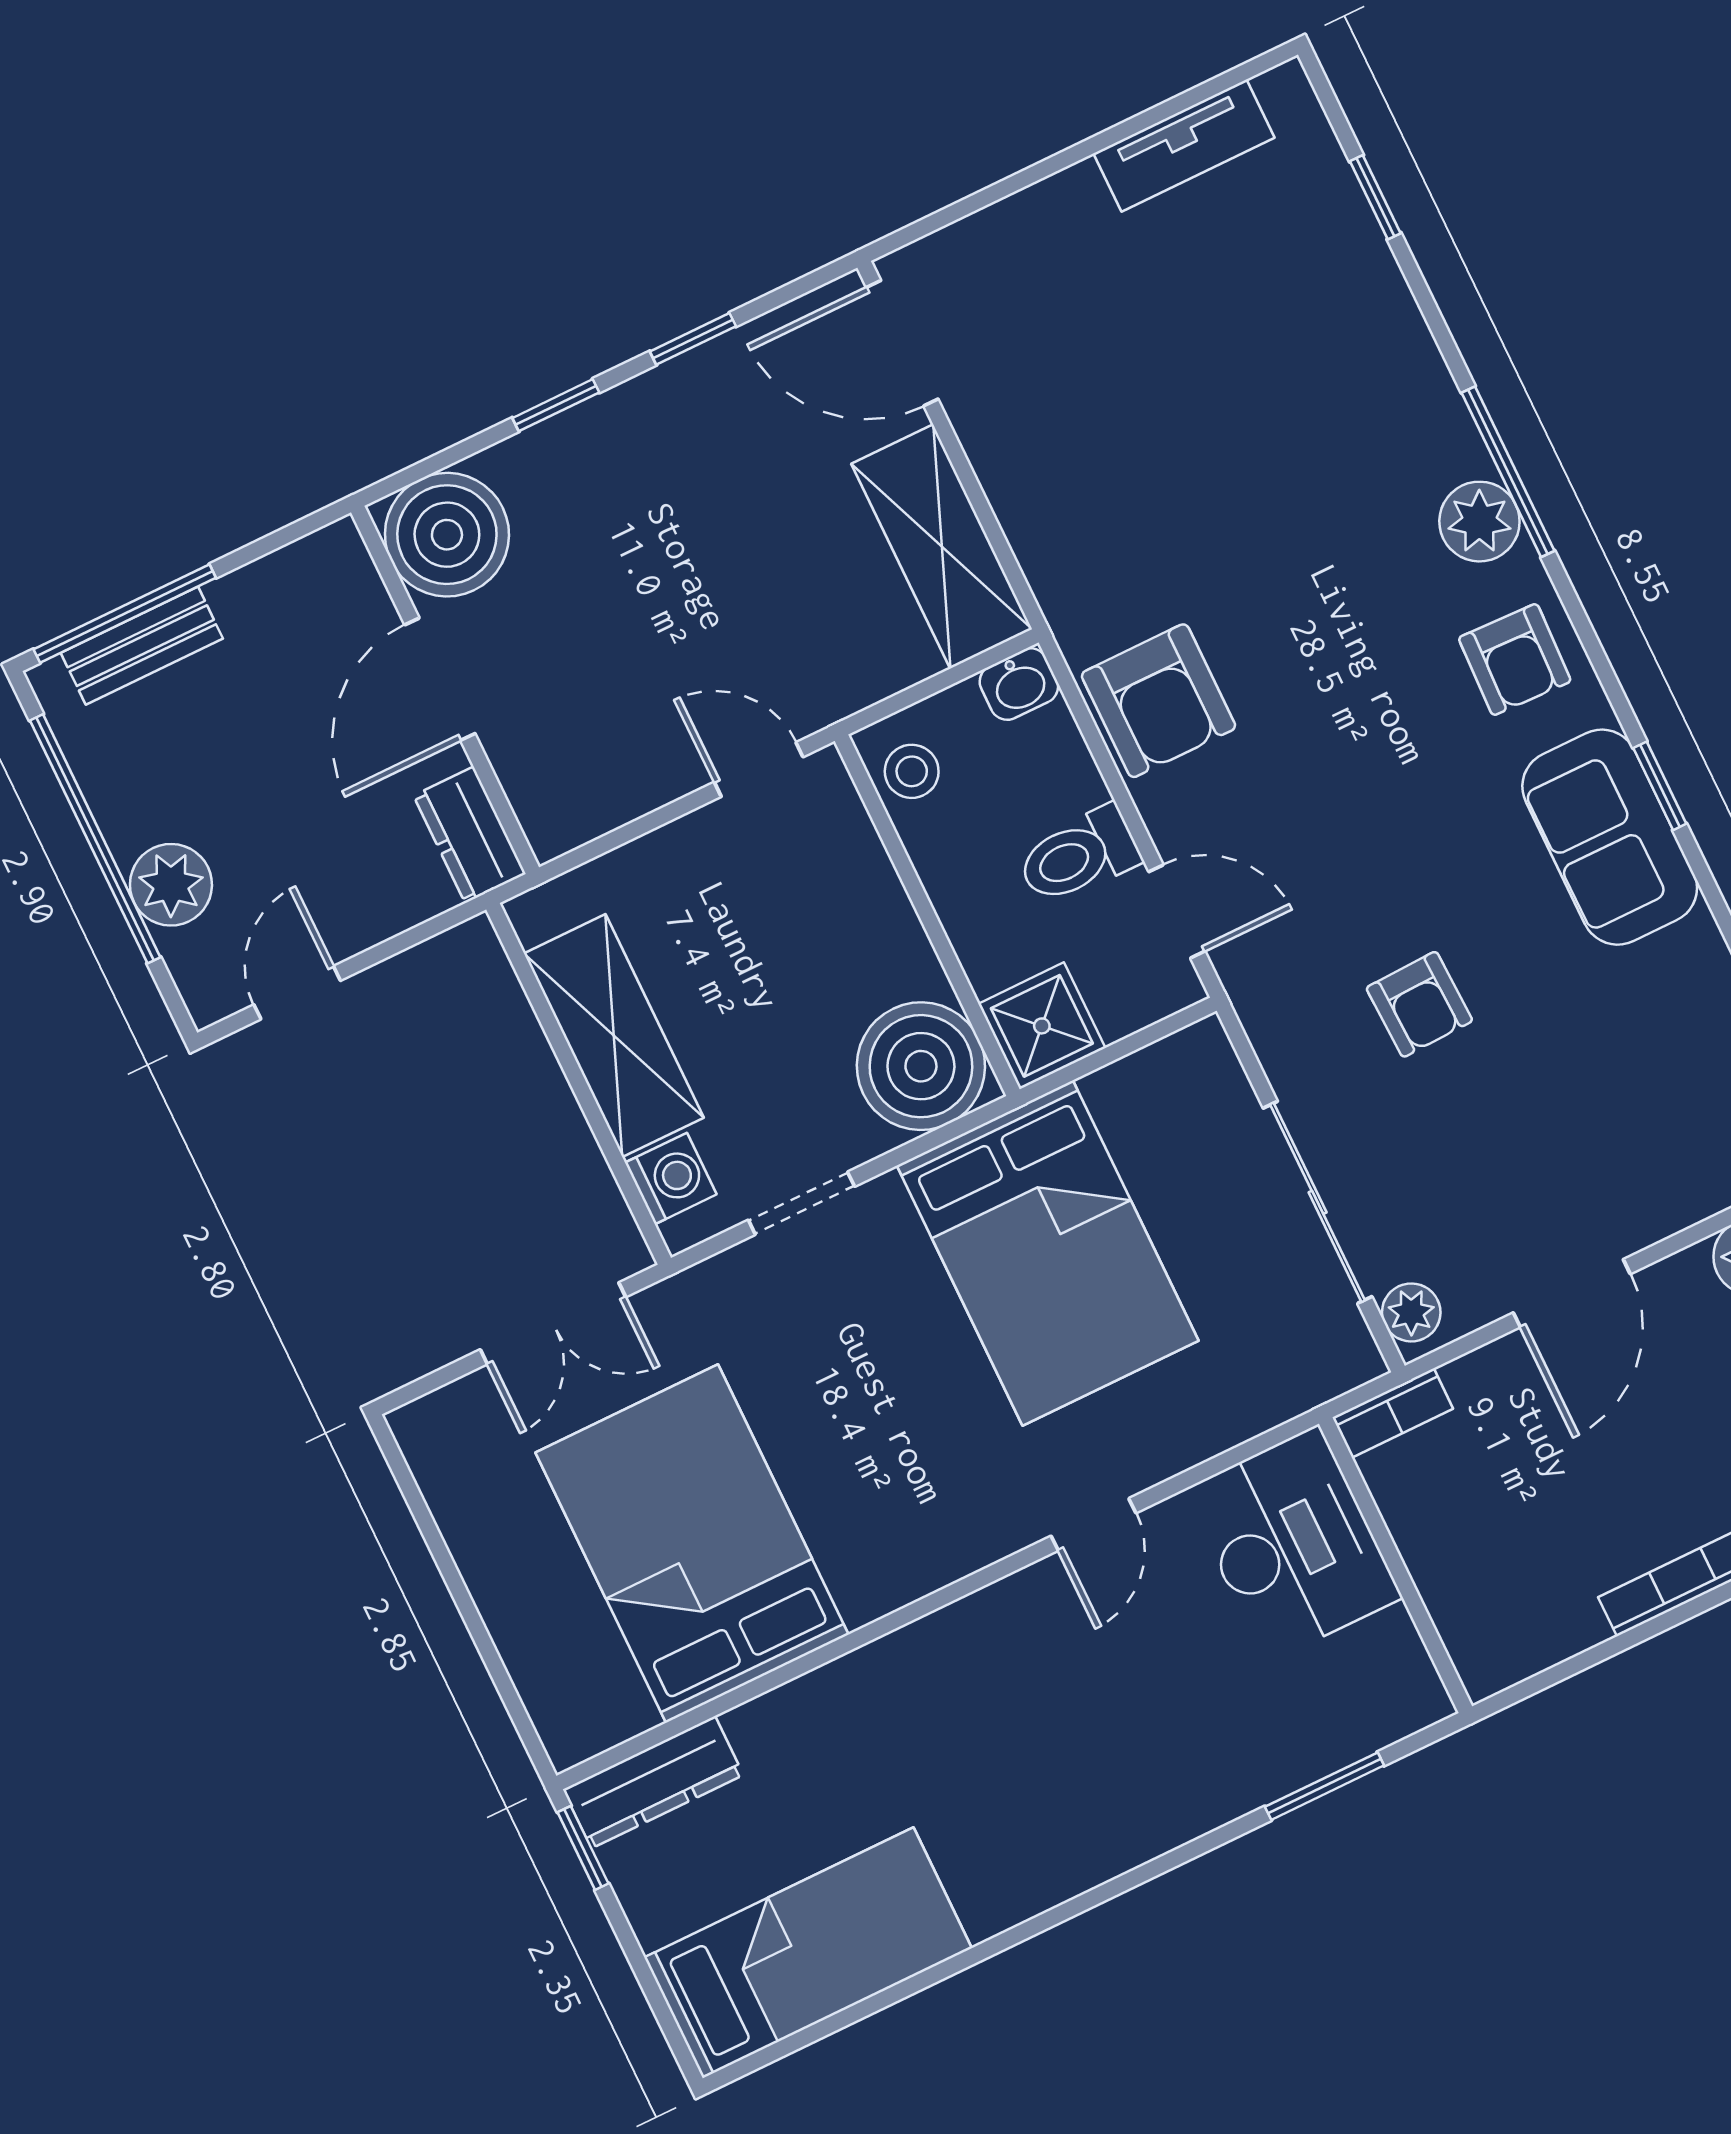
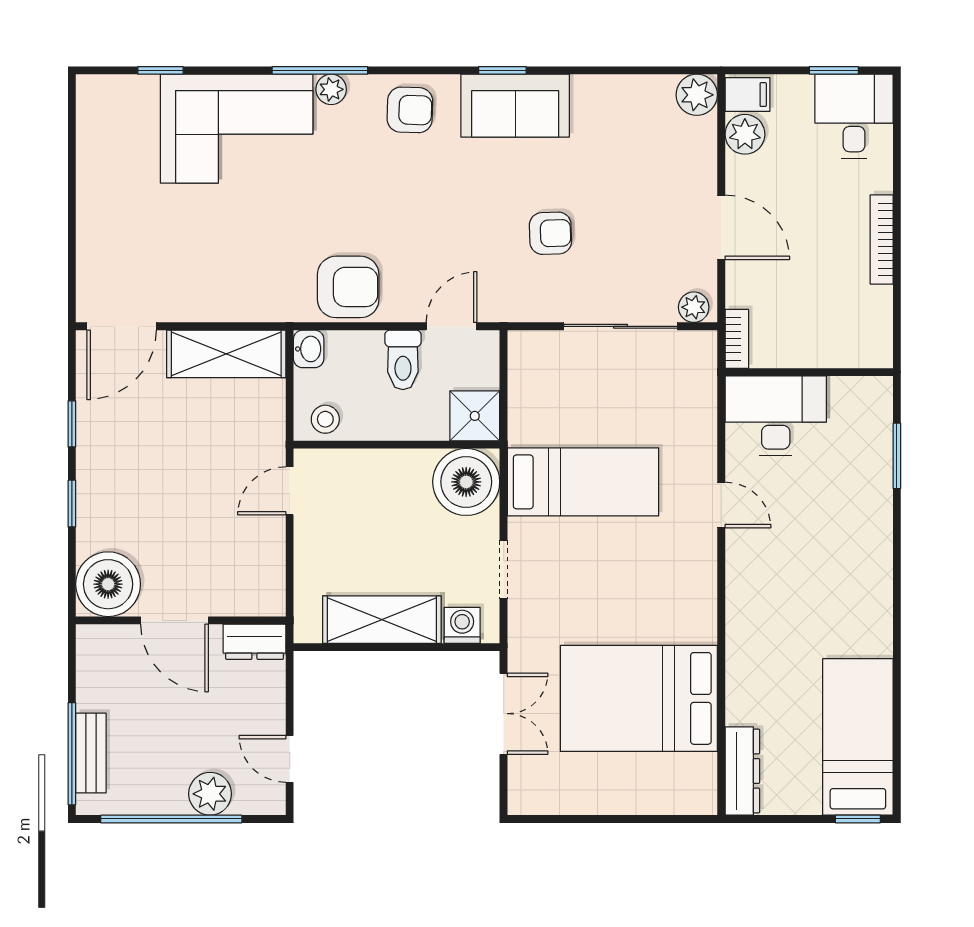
tv unit: (1184, 146) -> (93, 149), removed
corner sofa: (1338, 377) -> (237, 129), added
plant: (1479, 522) -> (331, 89), width x0.73, depth x0.73
bed: (1048, 1253) -> (583, 482), width x0.67
window: (583, 1848) -> (858, 819), moved

